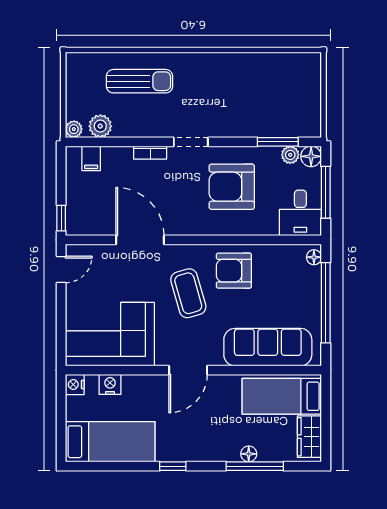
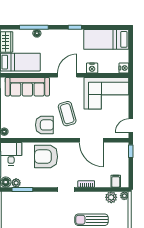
armchair: (232, 187) -> (46, 157), moved, turned 180
nightstand: (110, 384) -> (92, 68), moved

